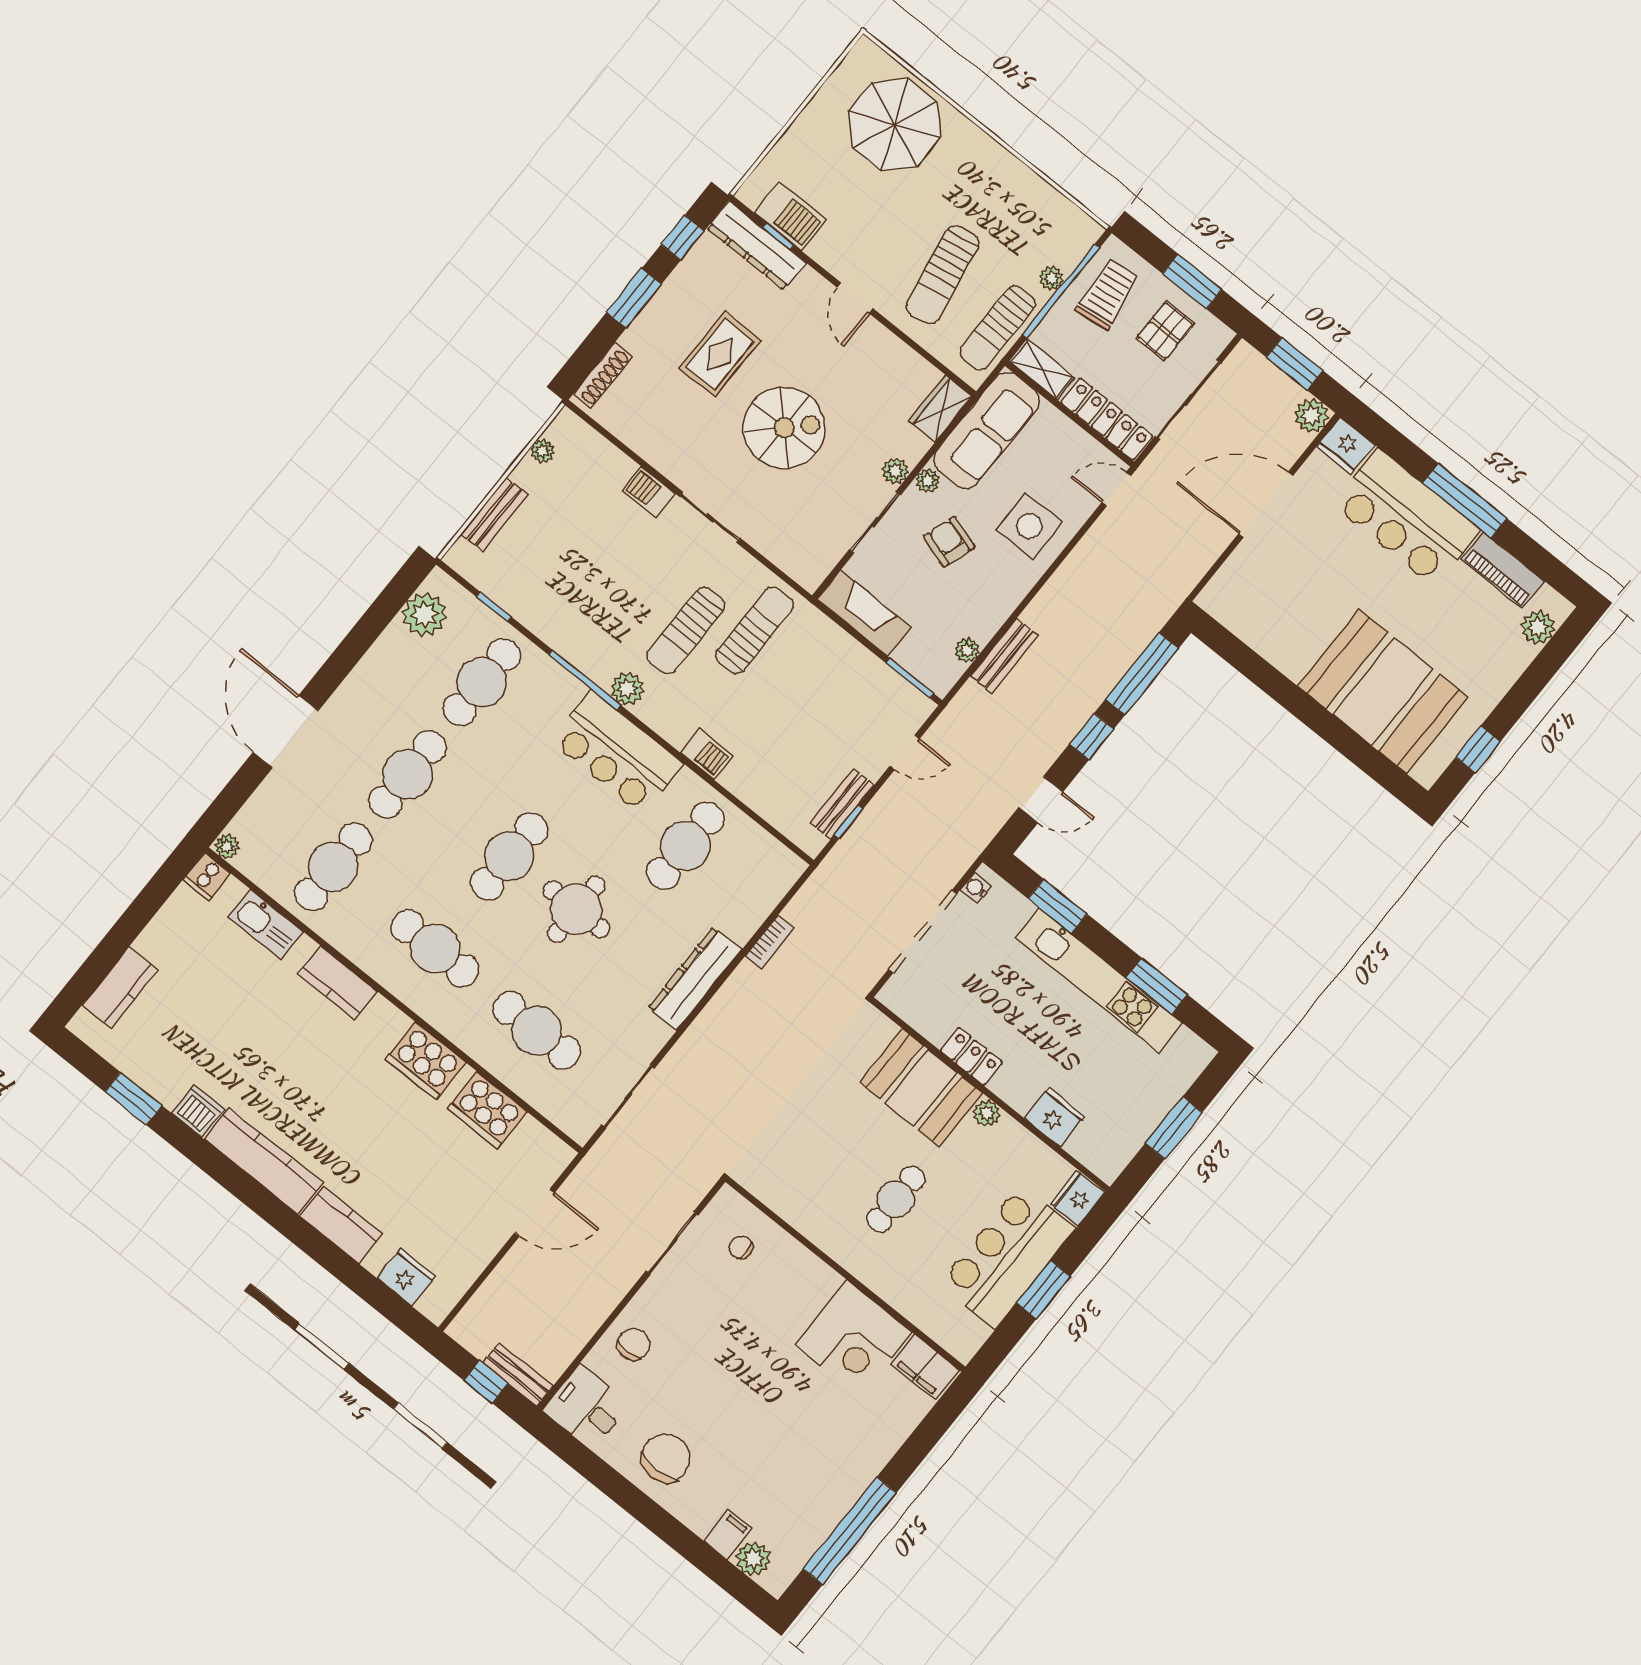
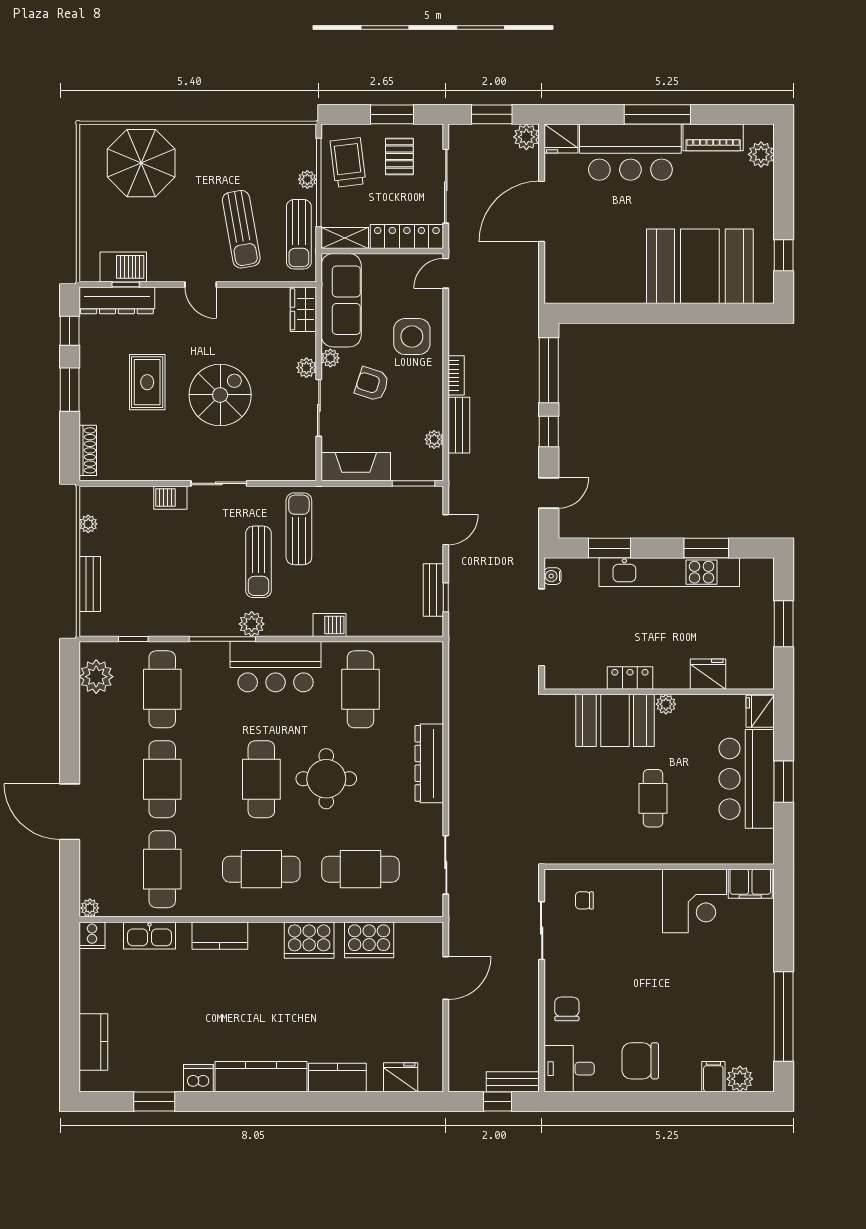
bookcase: (770, 942) -> (456, 375), moved
chair: (666, 1458) -> (640, 1061), turned -90

